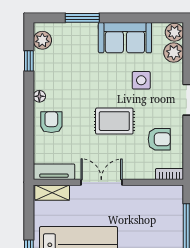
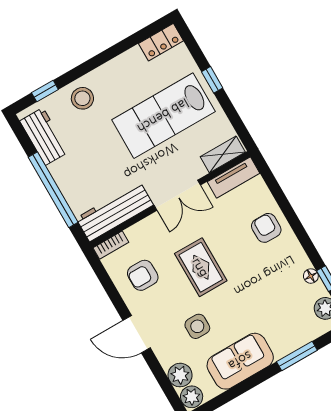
floor lamp: (39, 96) -> (311, 276), moved
rug: (114, 121) -> (201, 267), turned 90
armchair: (51, 122) -> (266, 228), turned 180
workbench: (153, 196) -> (115, 212), added

